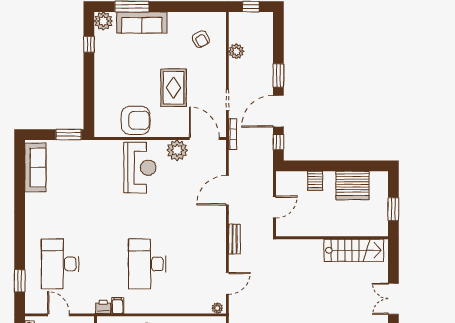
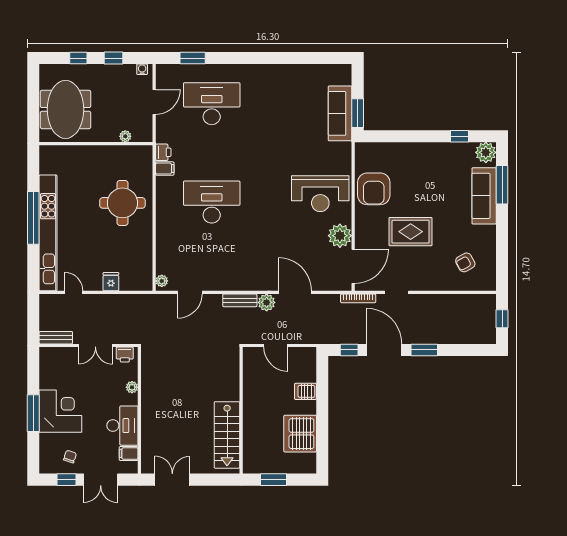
plant: (236, 51) -> (267, 302), moved
sofa: (35, 167) -> (340, 113), moved, turned 90
door: (227, 283) -> (190, 292), hinge flipped

